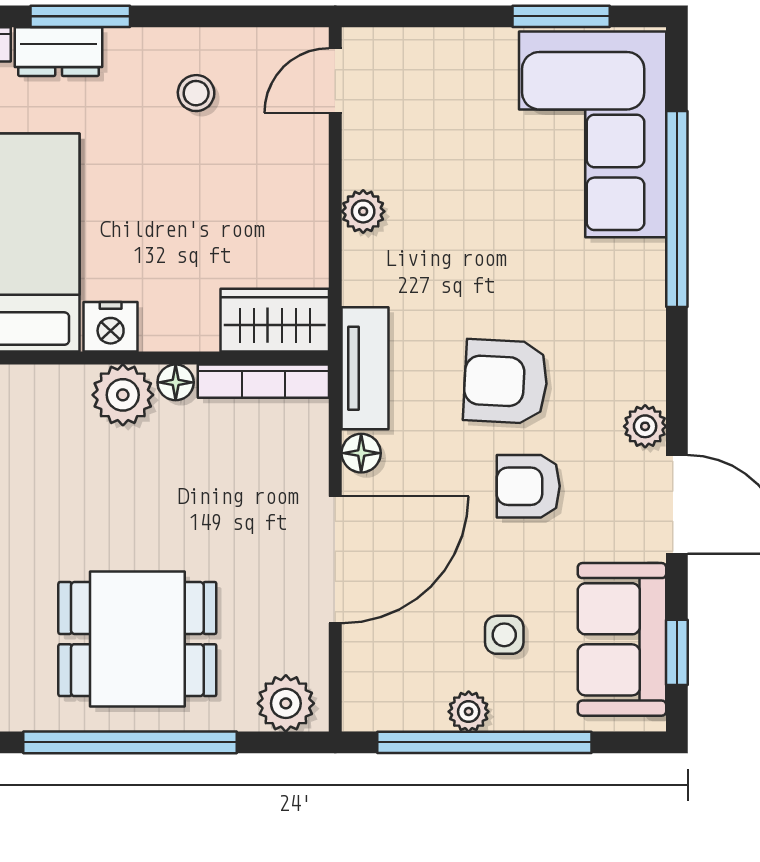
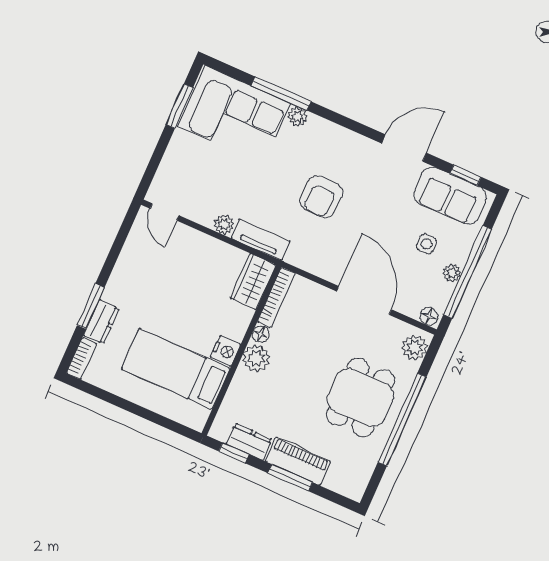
stool: (196, 93) -> (144, 272), removed
window: (677, 209) -> (281, 93), width x0.68
tv unit: (365, 368) -> (261, 240), moved
plant: (645, 426) -> (297, 117), moved
floor lamp: (361, 453) -> (429, 316), moved
armchair: (528, 486) -> (369, 207), removed

